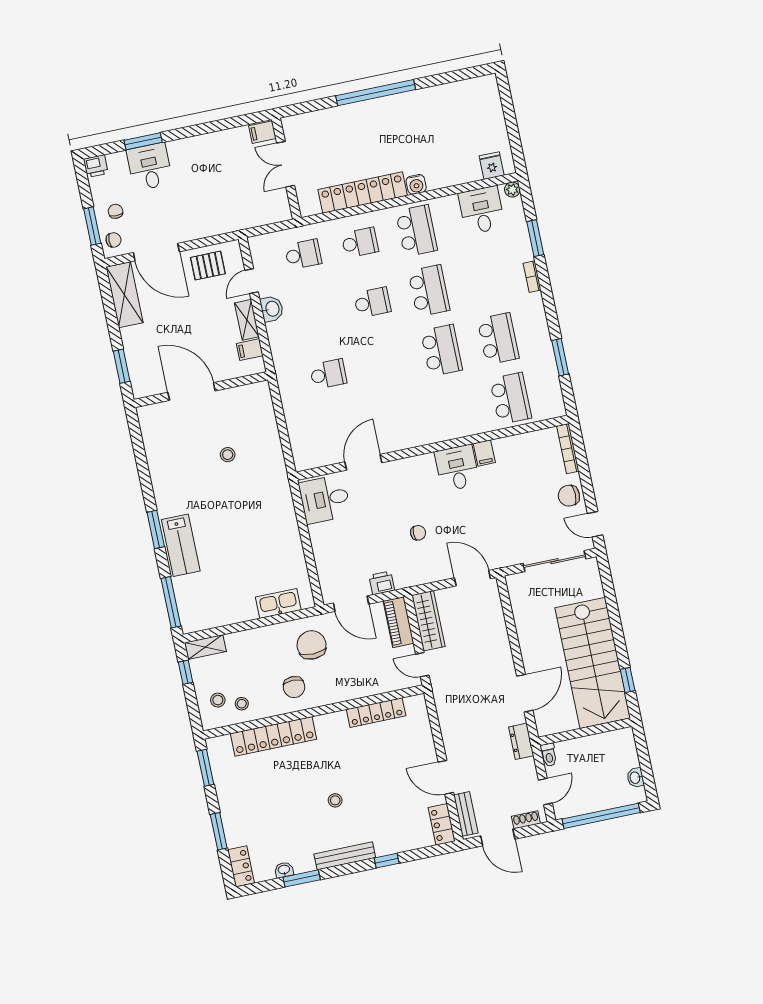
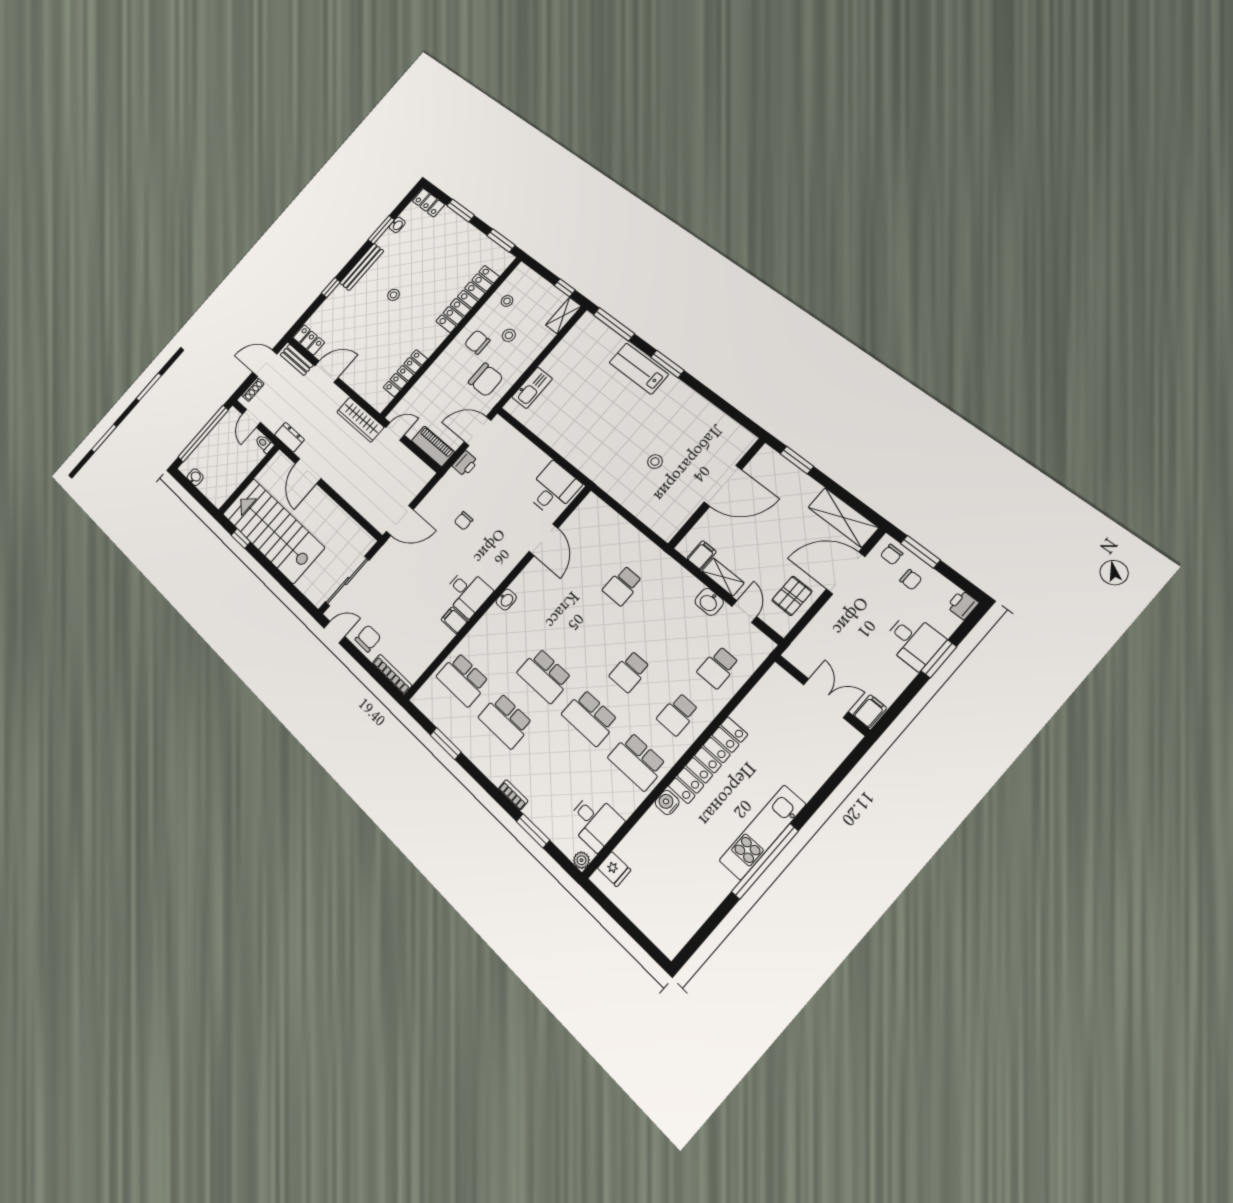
kitchen unit: (362, 113) -> (762, 832), added
filing cabinet: (262, 132) -> (870, 711), moved
double door: (286, 164) -> (826, 698), moved
wall: (286, 169) -> (822, 695), moved
washbasin: (429, 436) -> (506, 600), added
wardrobe: (428, 621) -> (360, 420), moved
stool: (218, 700) -> (509, 335), moved

